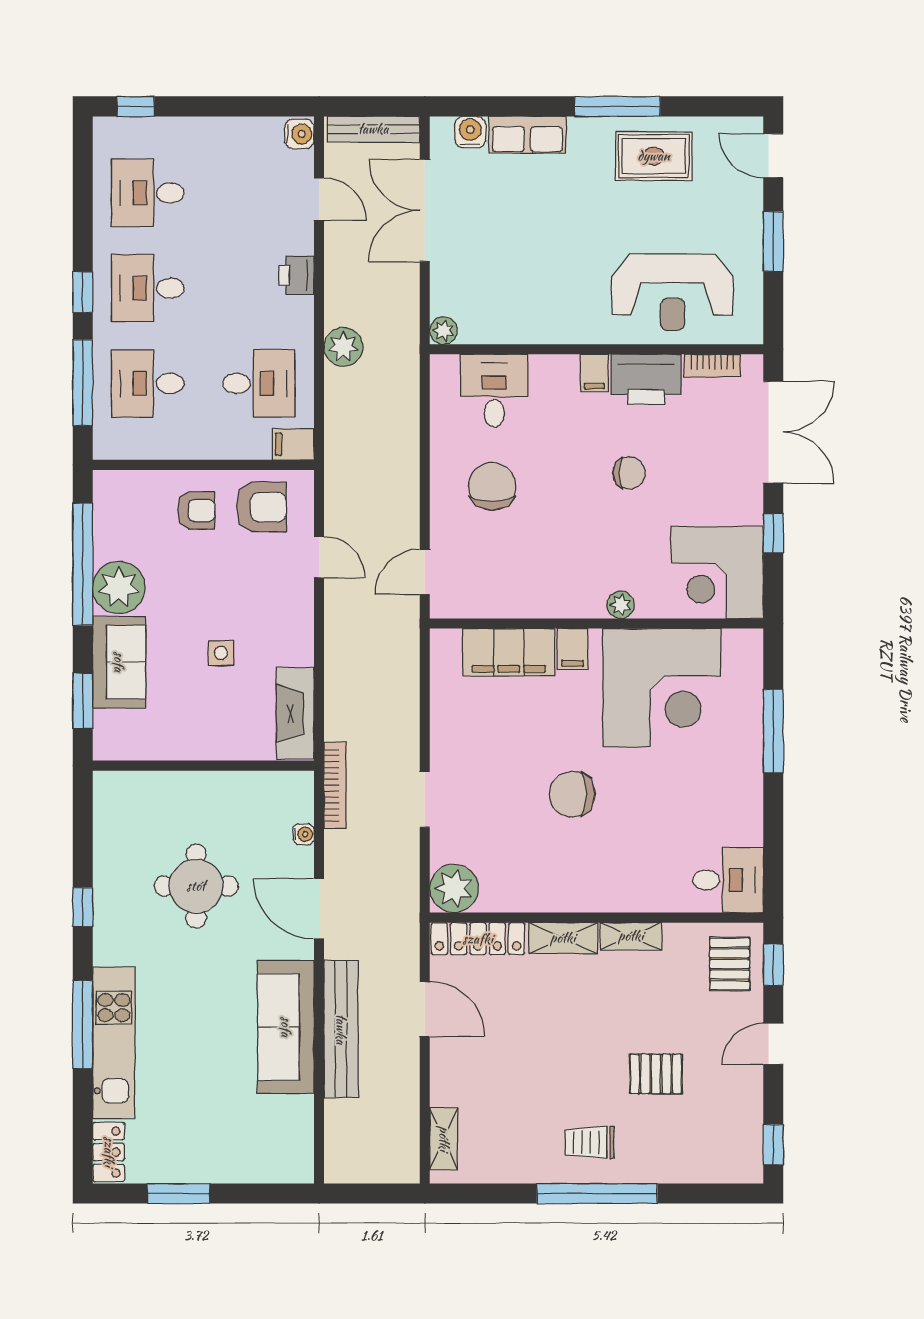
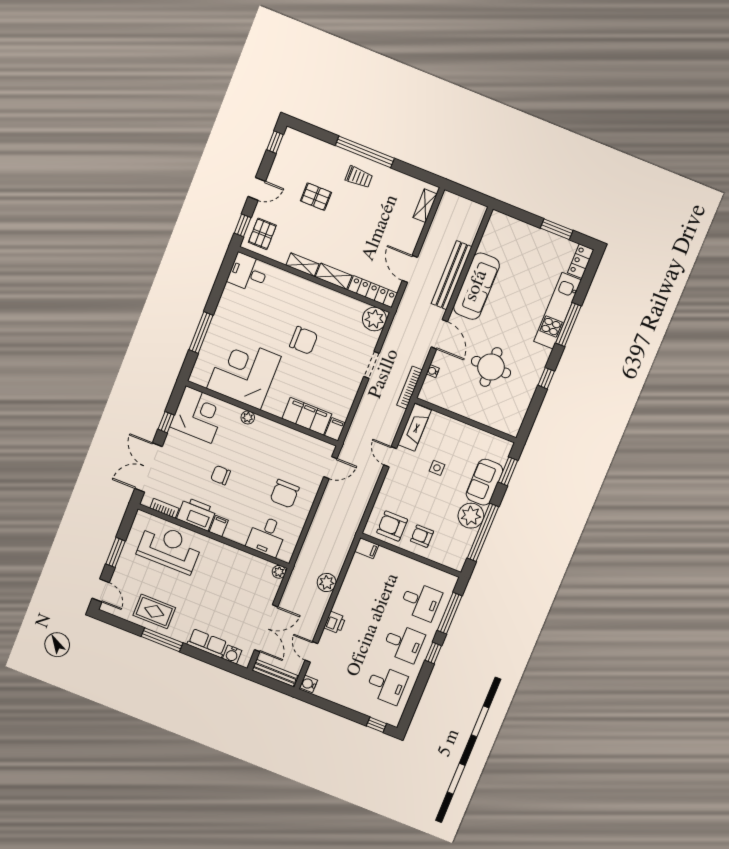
desk: (259, 383) -> (371, 581), removed
door: (319, 557) -> (390, 457), moved
filing cabinet: (573, 649) -> (335, 429), moved

